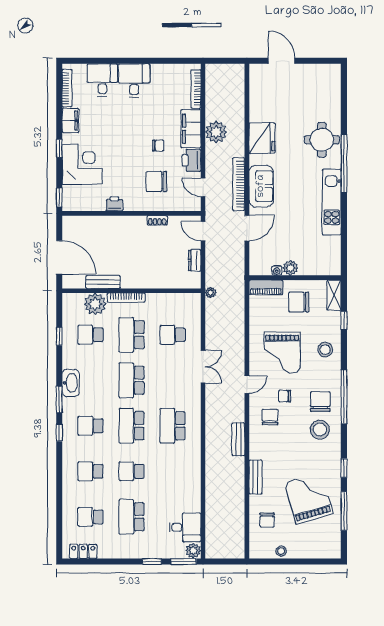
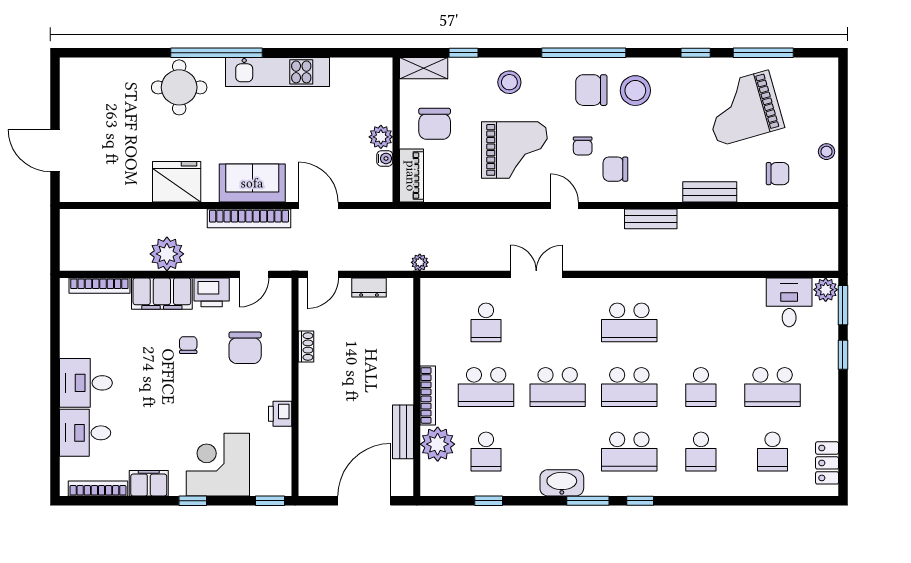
door: (282, 61) -> (55, 151), hinge flipped
school desk: (90, 426) -> (629, 452), width x1.85

